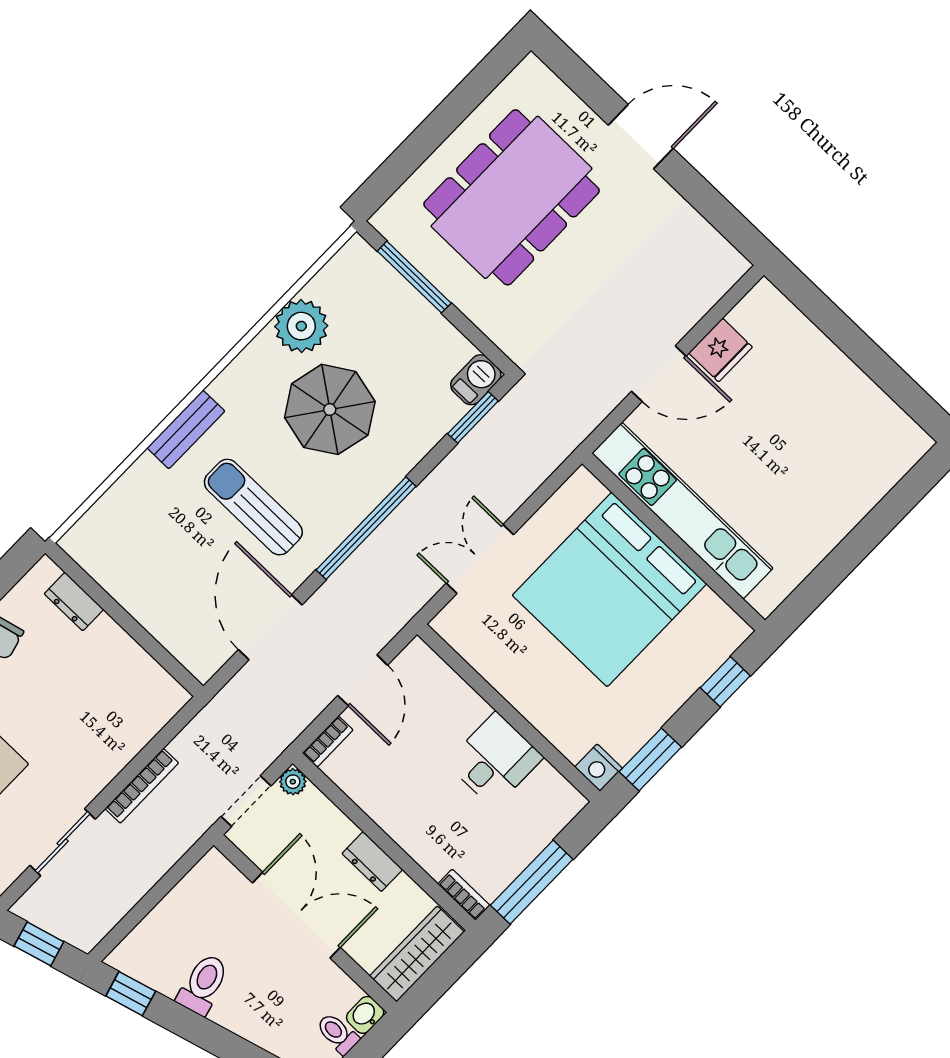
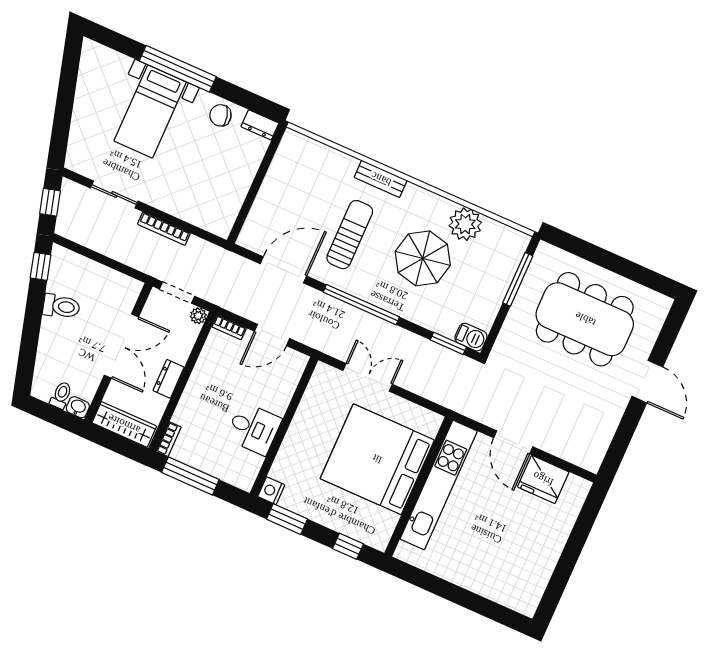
fridge: (720, 350) -> (543, 479), width x1.36, depth x1.34
dresser: (74, 602) -> (260, 125), moved, turned -90

